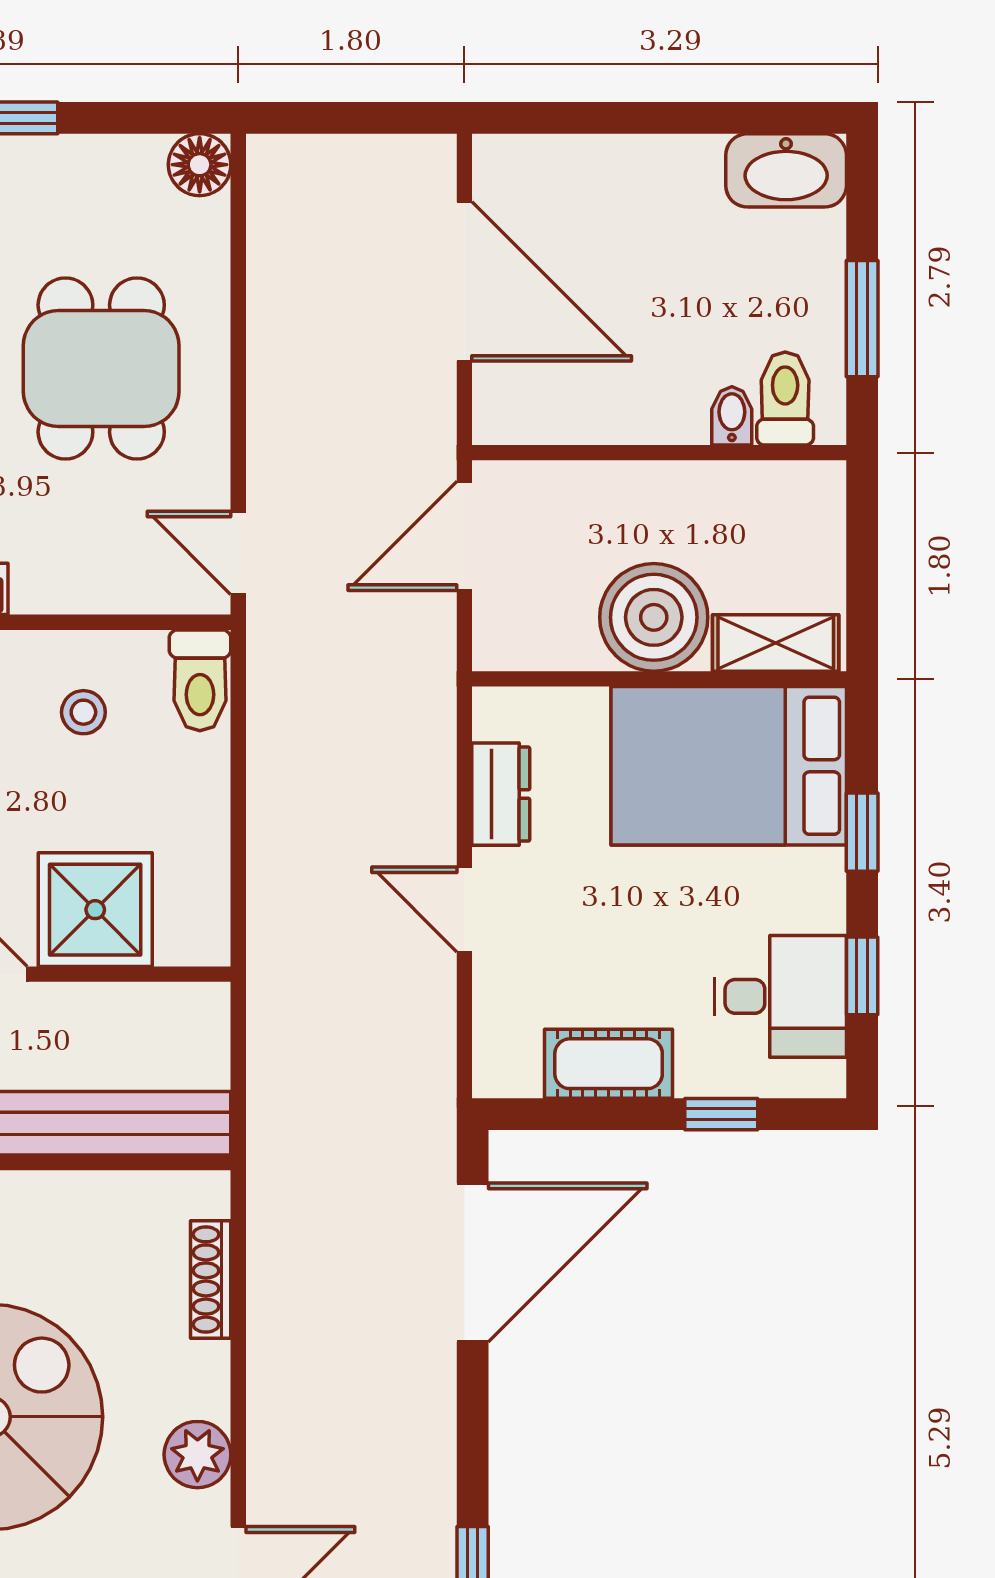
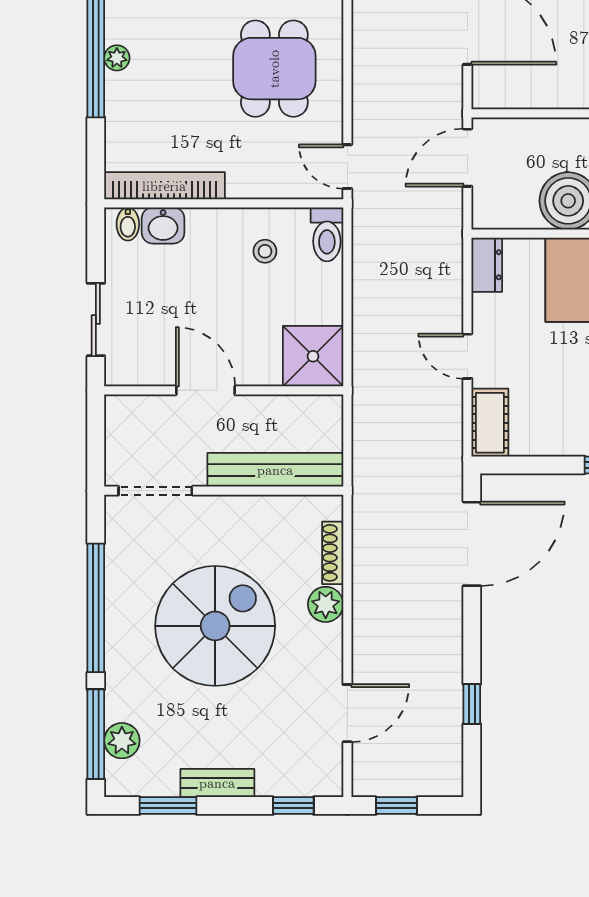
dresser: (501, 794) -> (487, 265), moved
shower: (95, 910) -> (313, 356), moved
cot: (609, 1064) -> (490, 423), moved, turned 90
plant: (197, 1455) -> (326, 604), moved

